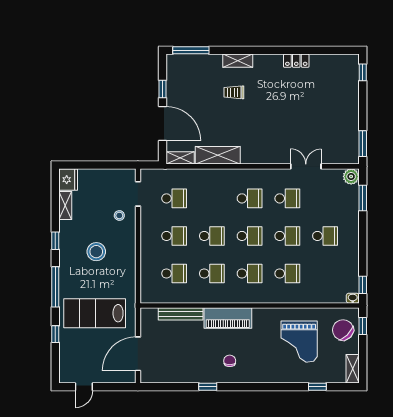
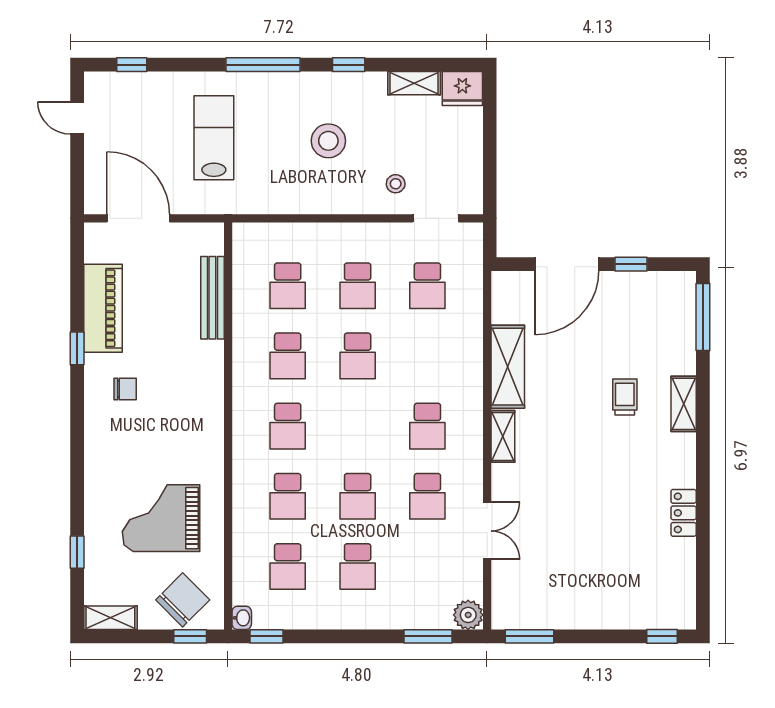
shelving: (180, 158) -> (503, 436), moved
school desk: (250, 236) -> (288, 566), moved
lab bench: (95, 313) -> (214, 138), width x0.73, depth x0.72
piano: (228, 318) -> (103, 308), moved, turned 180
window: (55, 334) -> (132, 65), moved

